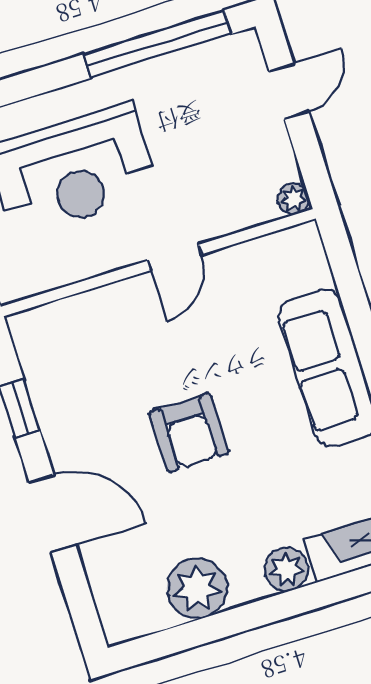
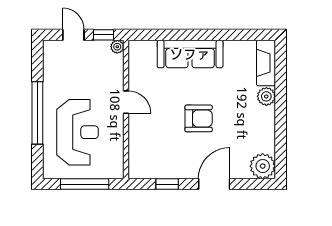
window: (157, 44) -> (37, 113), moved
window: (310, 159) -> (103, 35), added
plant: (197, 589) -> (263, 166), moved

